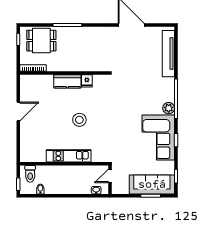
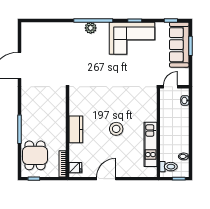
tv unit: (168, 54) -> (48, 28), removed
fridge: (87, 81) -> (75, 168), moved
plant: (169, 108) -> (91, 28), moved
door: (18, 112) -> (106, 179), hinge flipped
stool: (79, 120) -> (116, 129), moved
kitchen unit: (69, 156) -> (150, 144), moved
door: (110, 176) -> (171, 87), swing flipped

